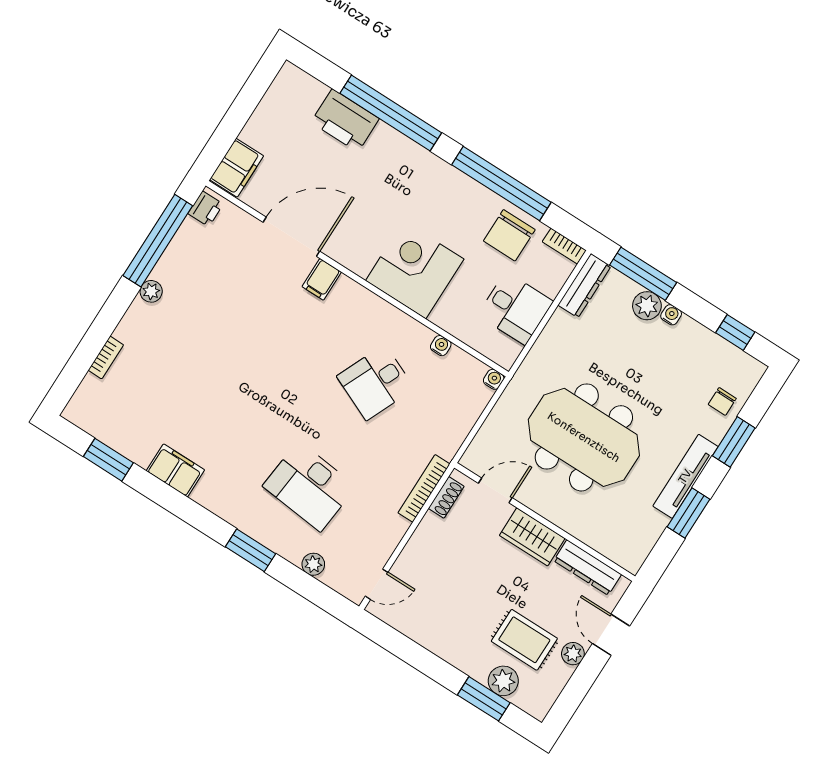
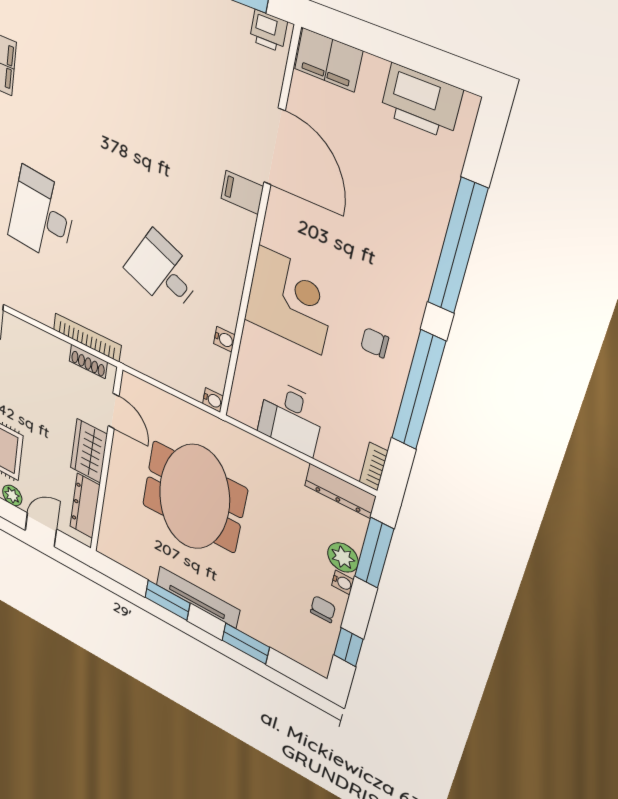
printer: (345, 120) -> (421, 101), moved, turned -90
chair: (509, 235) -> (375, 343), moved, width x0.54, depth x0.54
chair: (722, 401) -> (323, 609), moved, turned 90

